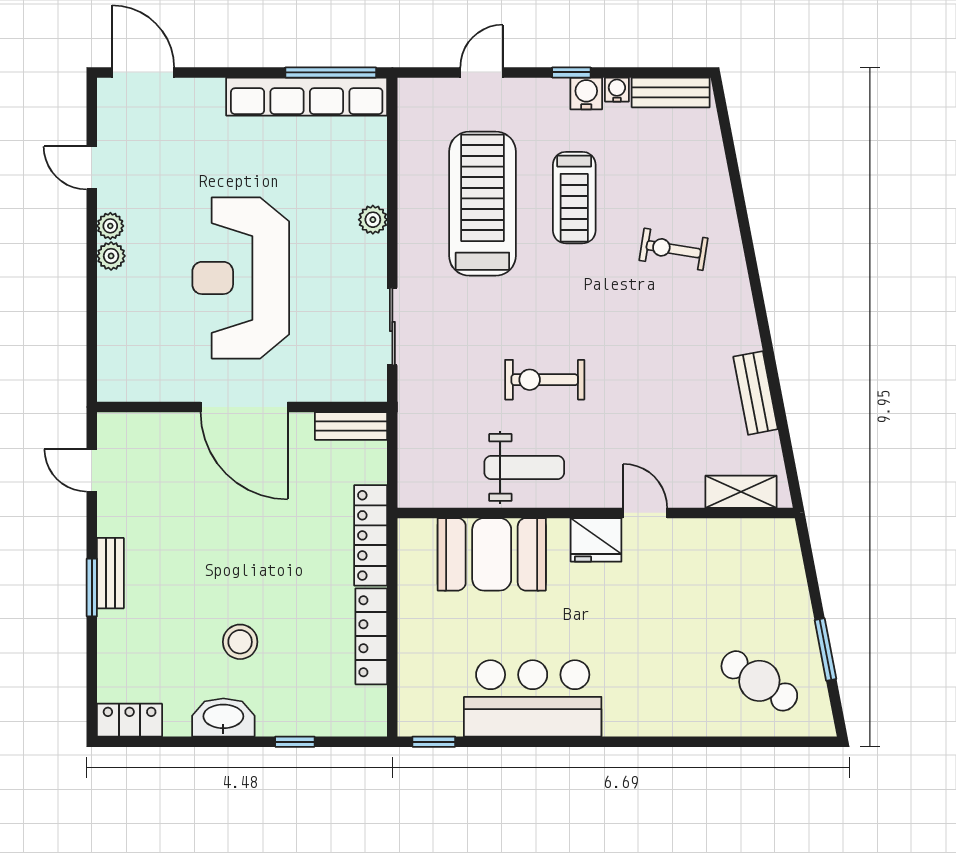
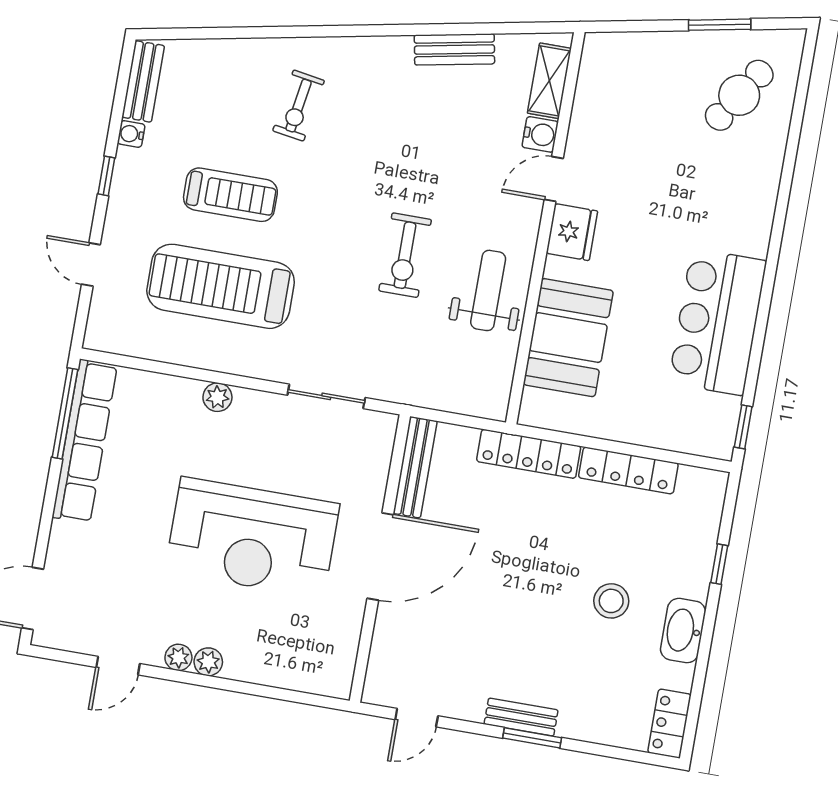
water cooler: (586, 93) -> (540, 134), moved, turned 180
bench: (351, 426) -> (415, 467), width x1.36

